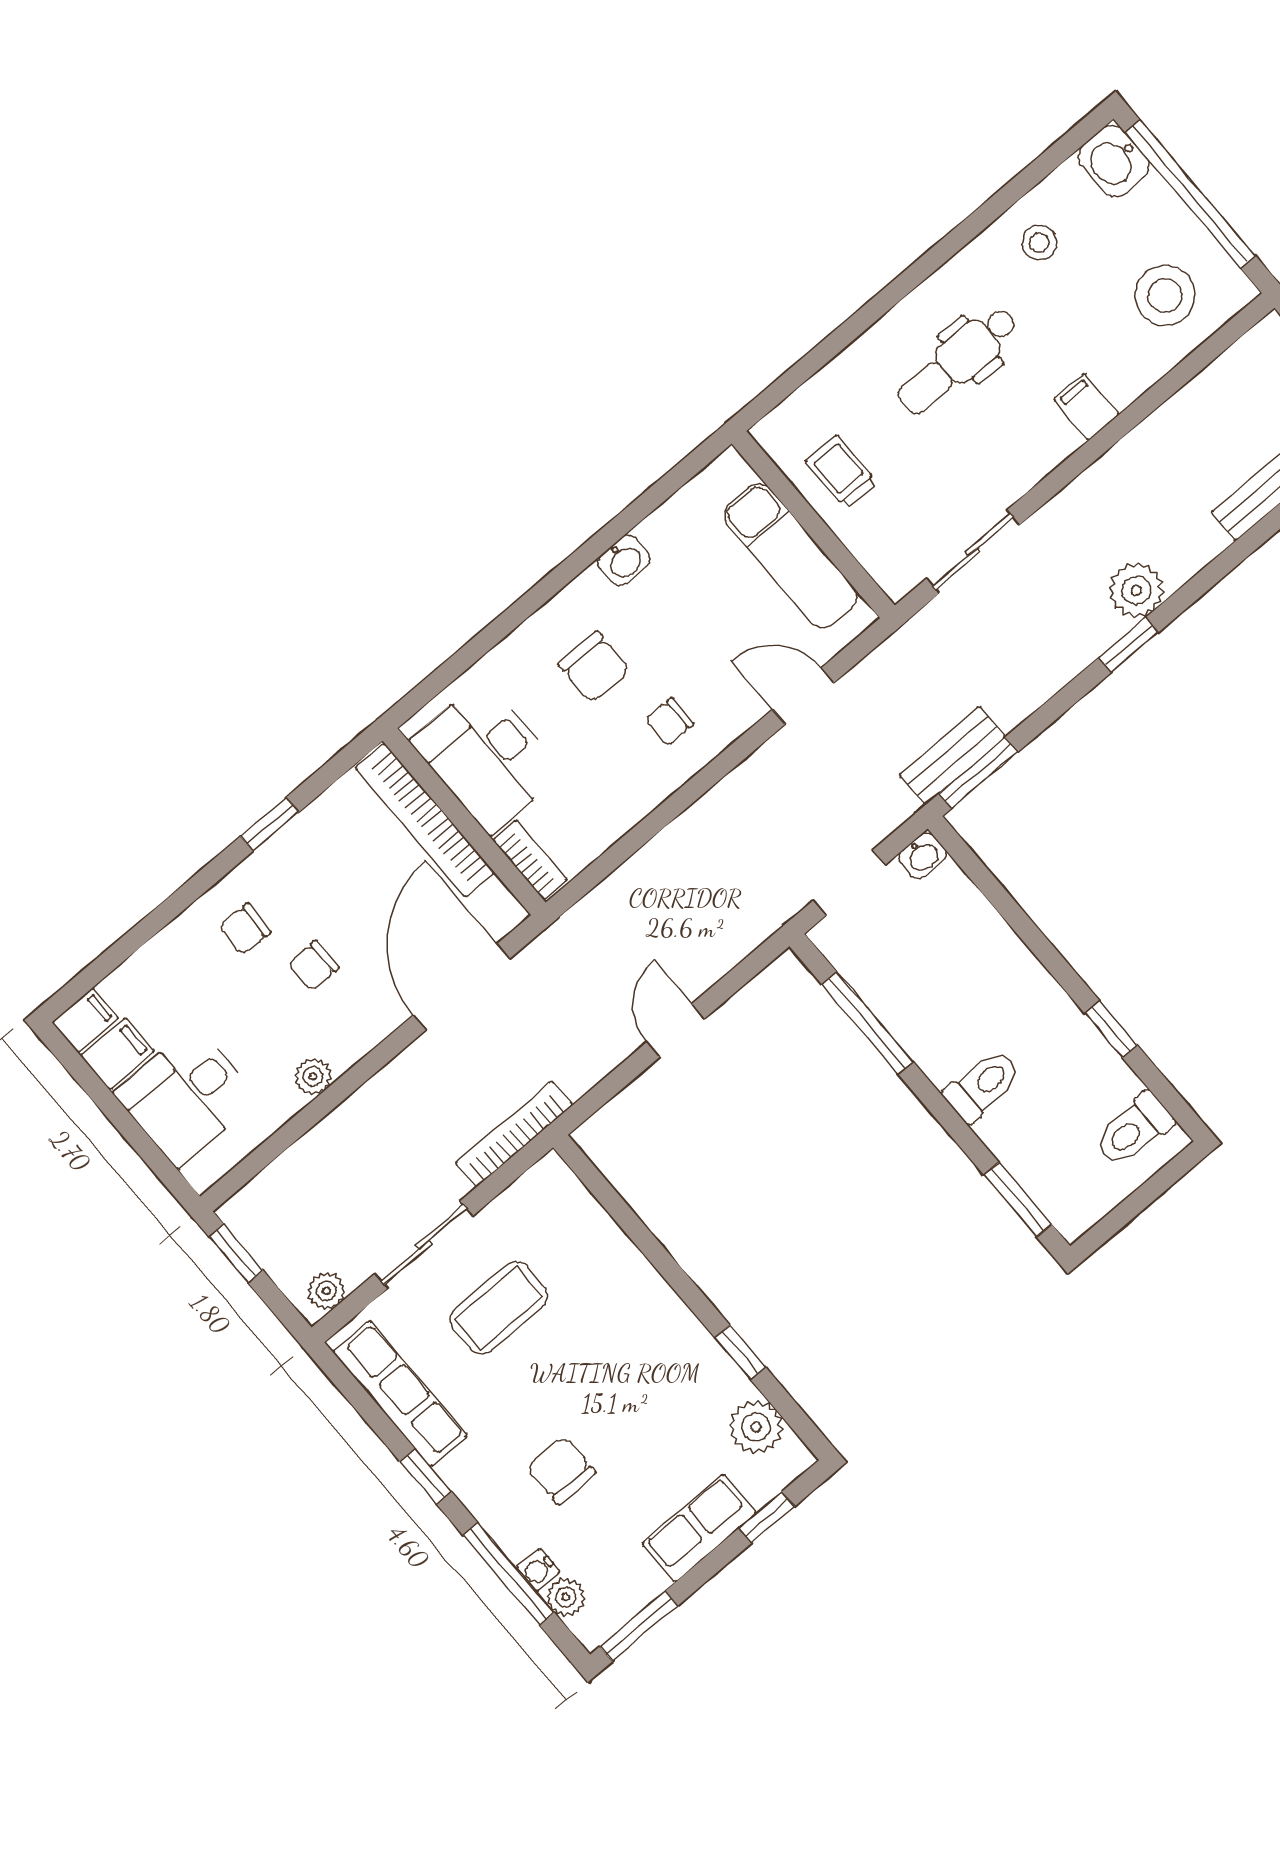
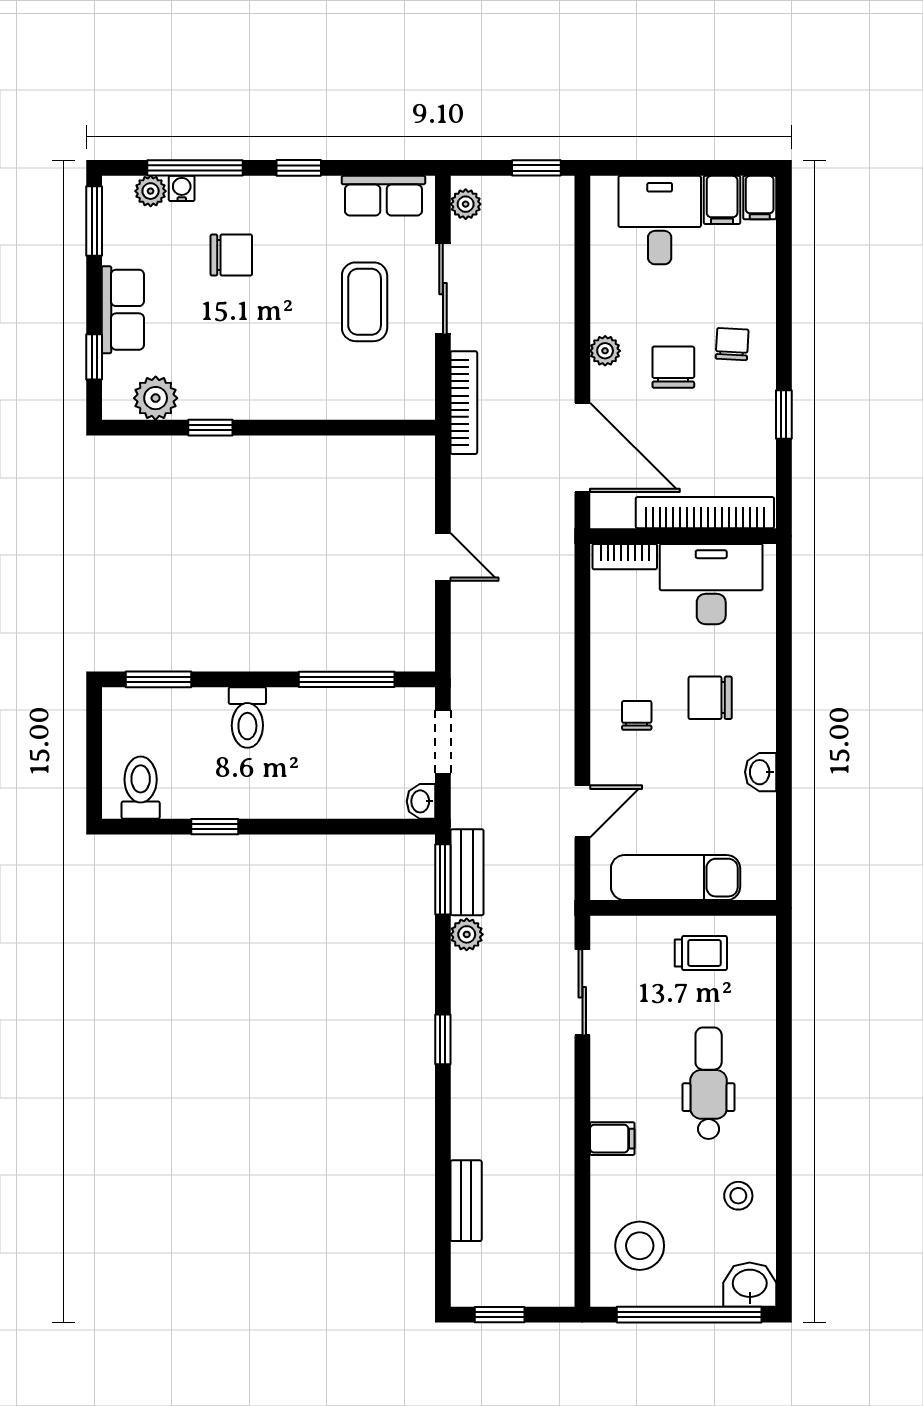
plant: (1136, 590) -> (467, 934), moved, width x0.73, depth x0.73
chair: (313, 966) -> (673, 367), width x1.37, depth x1.37
plant: (313, 1077) -> (605, 351), moved
row of seats: (400, 1394) -> (383, 196), width x0.68

